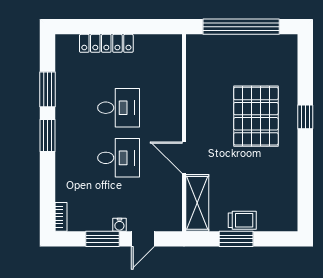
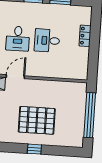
locker: (106, 43) -> (85, 36), width x0.66
desk: (119, 108) -> (47, 40), turned 90

